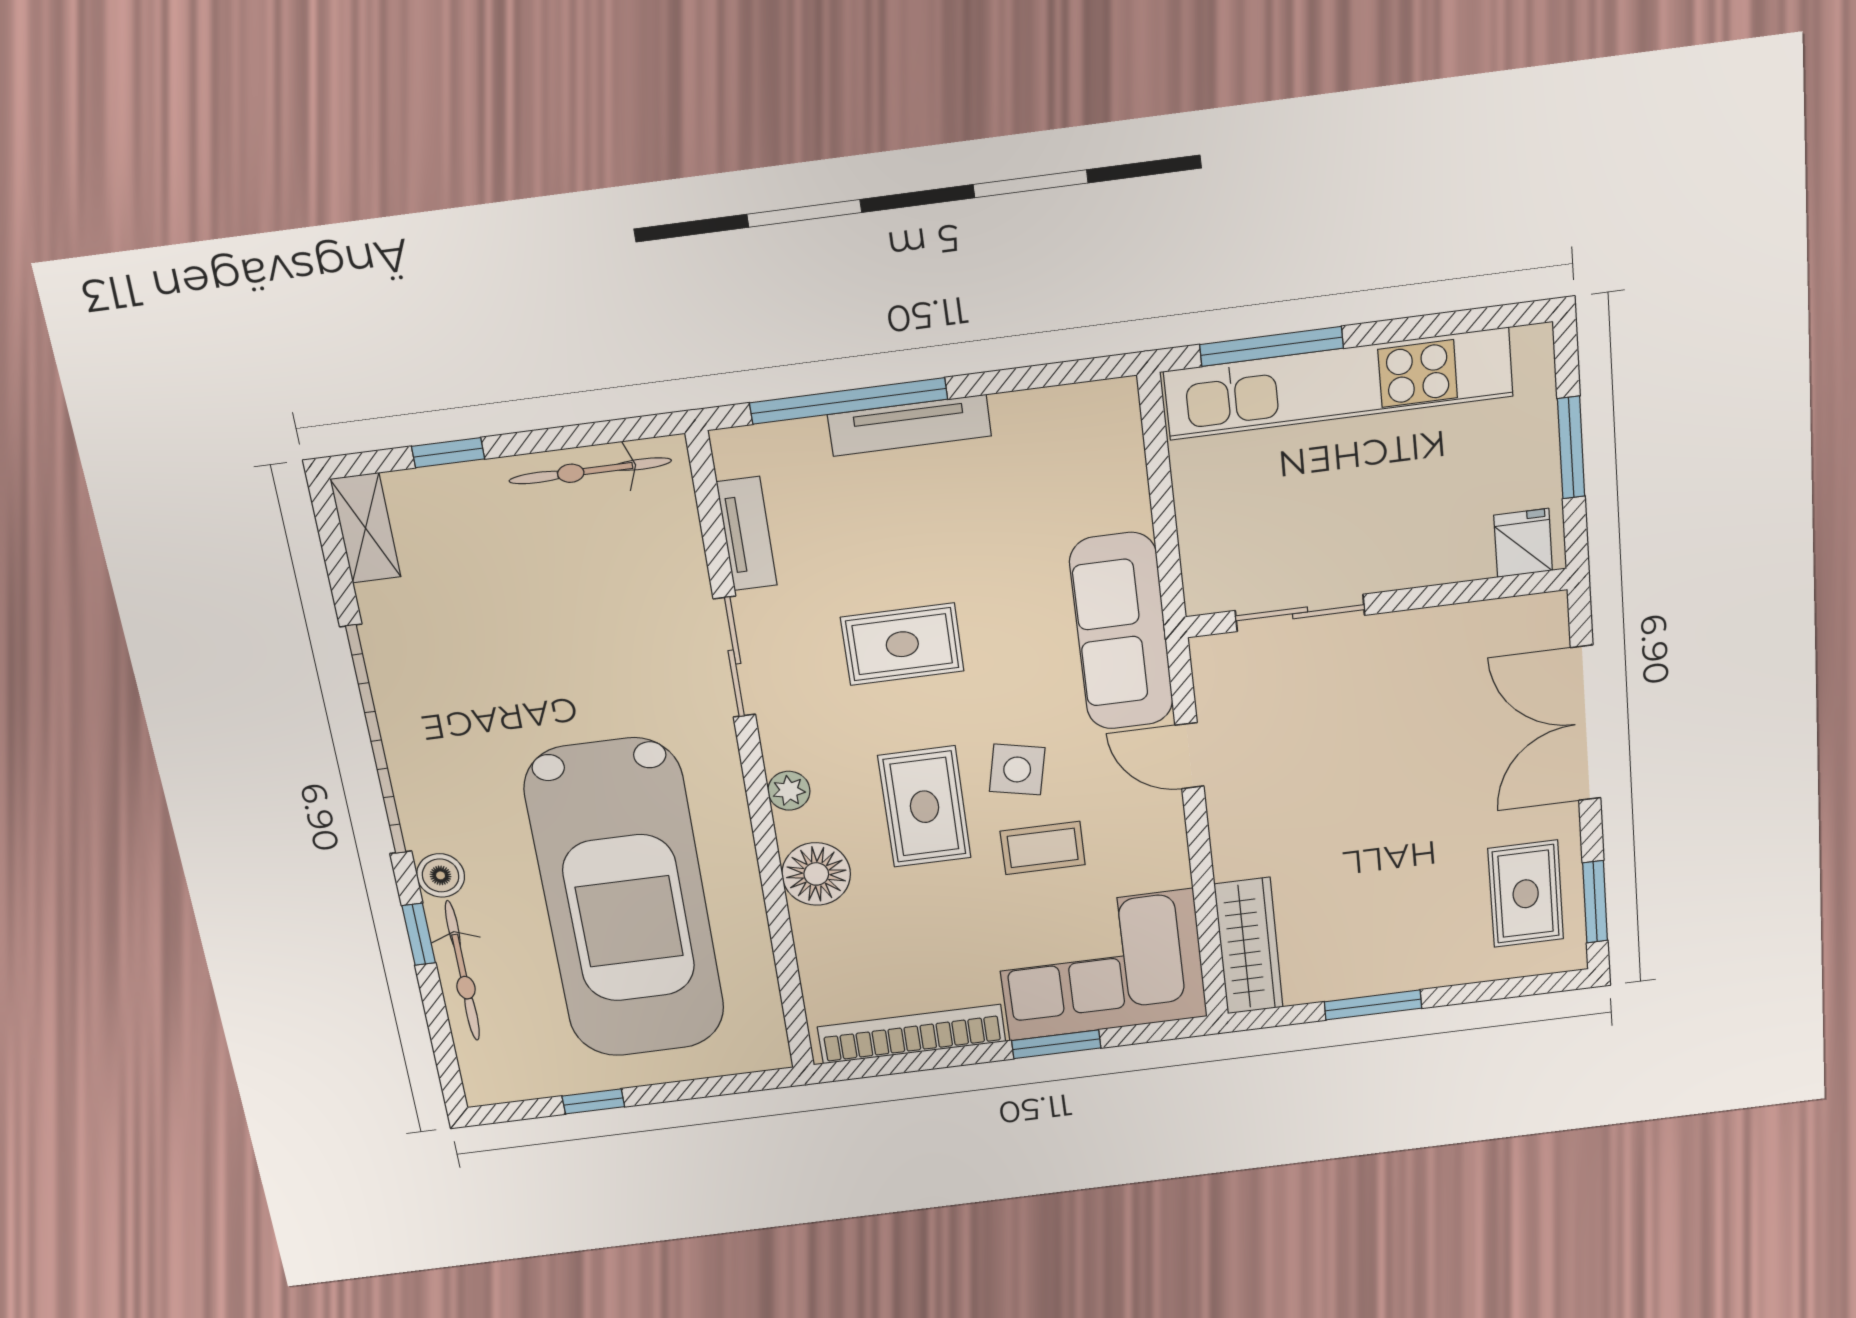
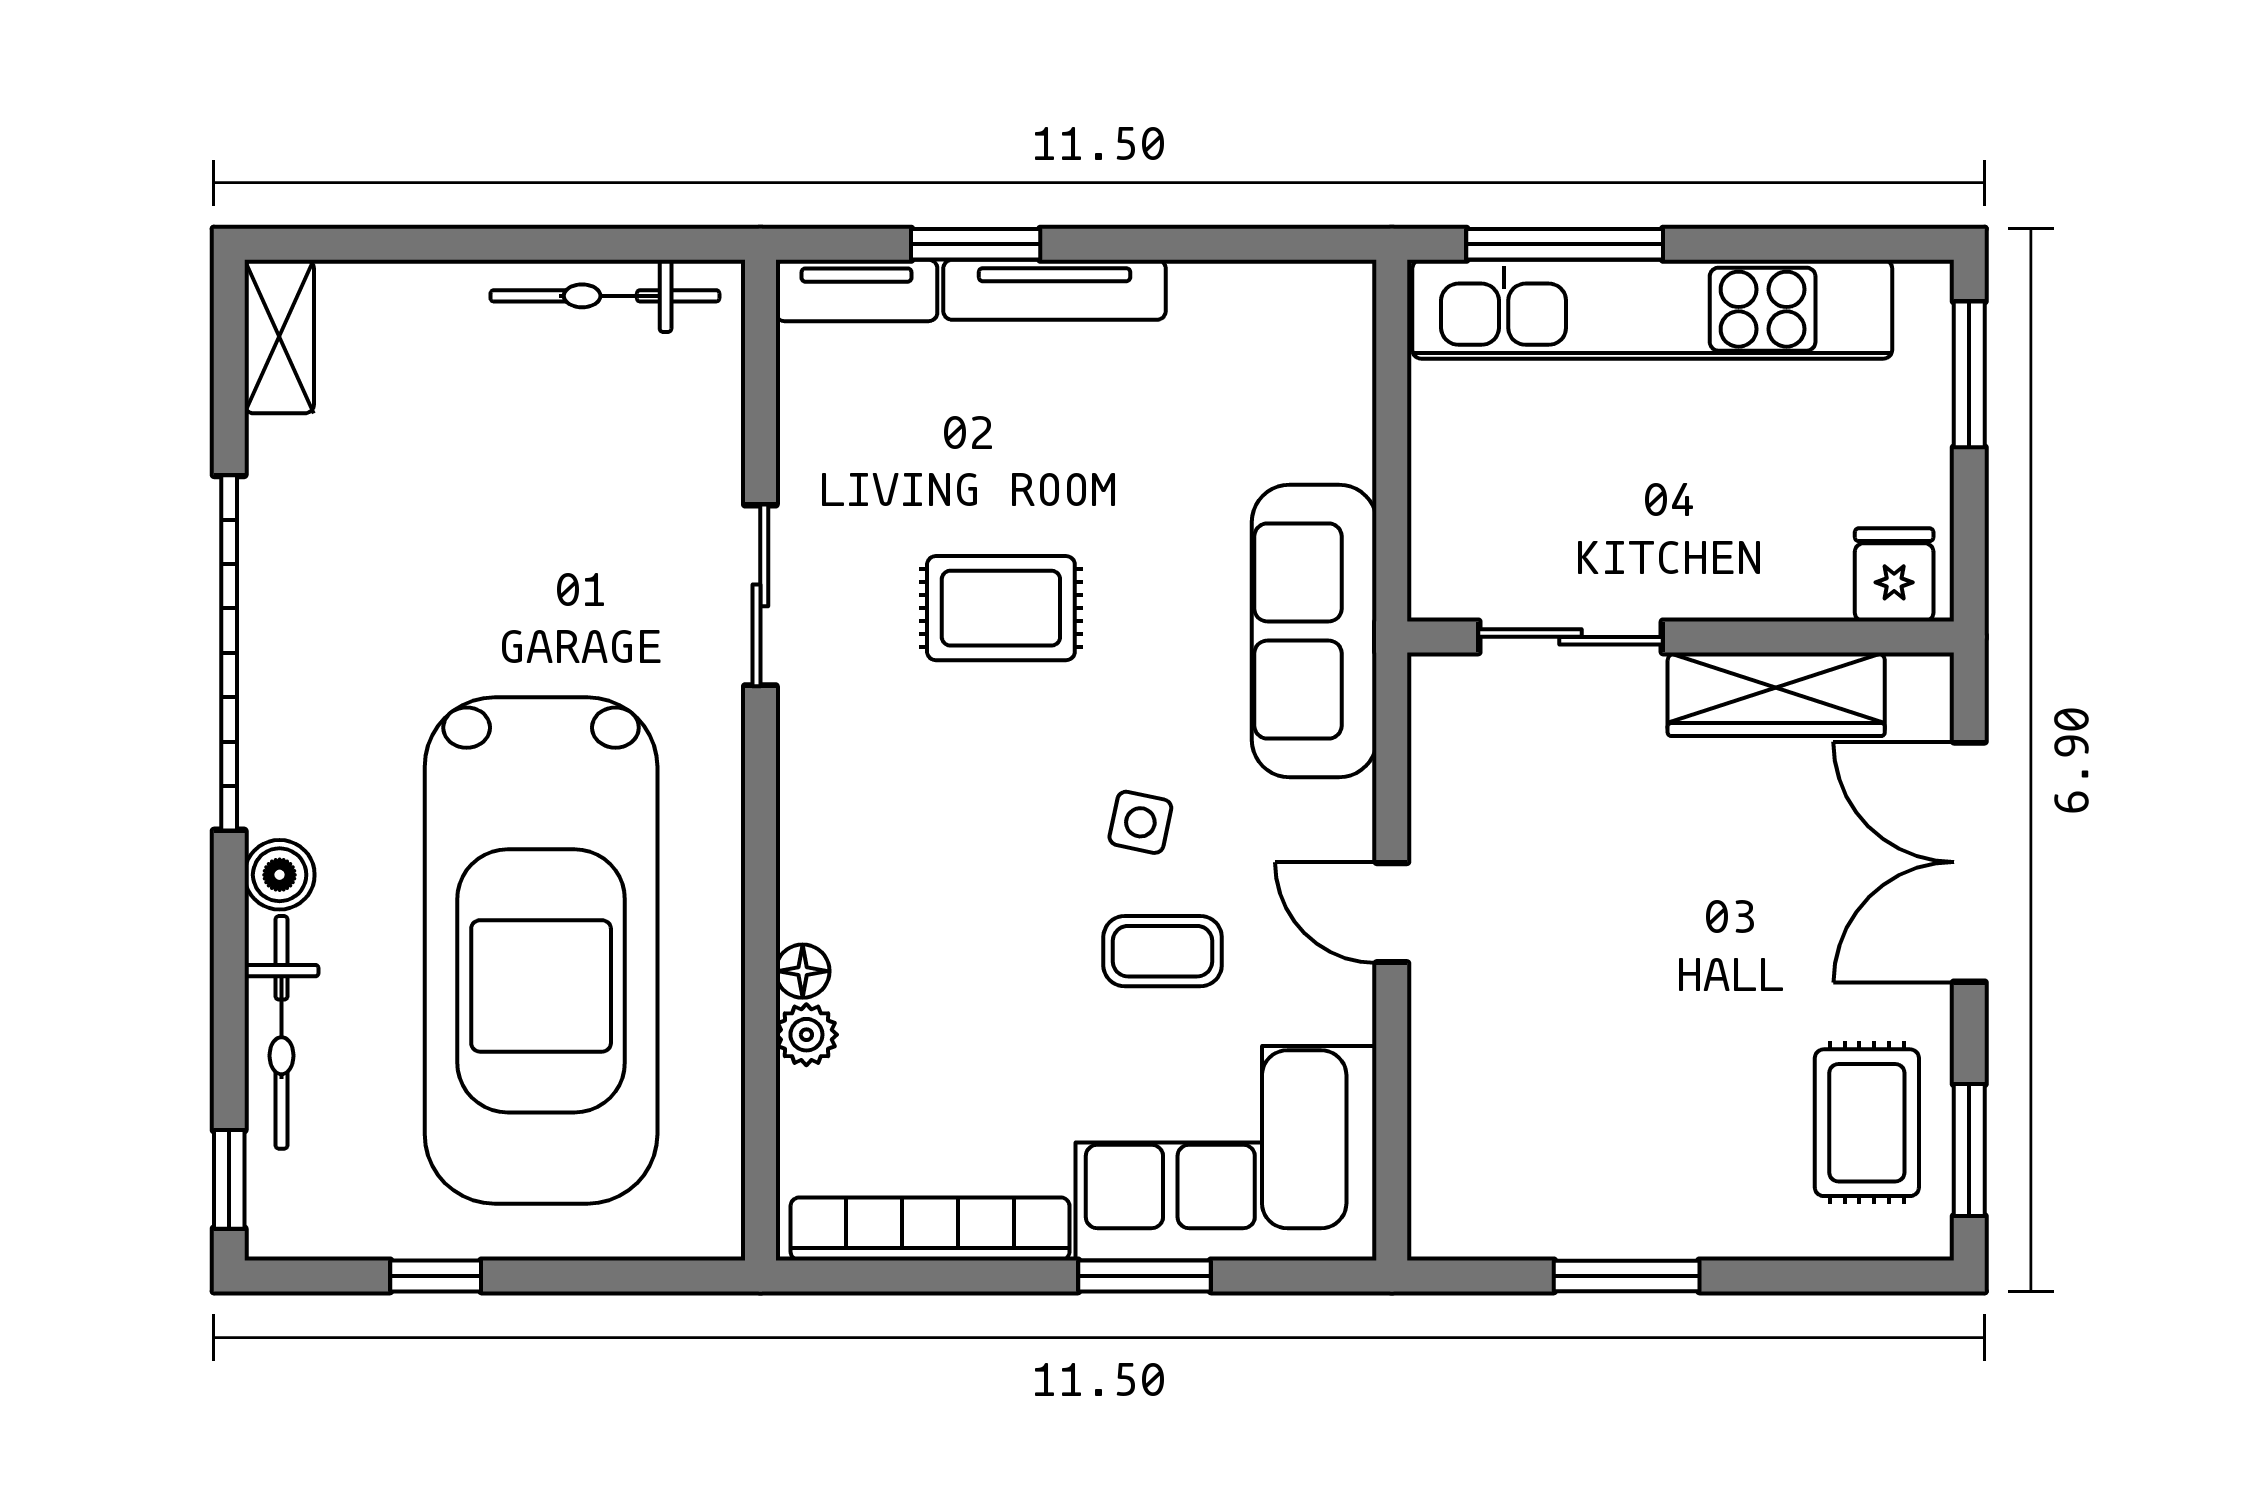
window: (849, 401) -> (976, 244), width x0.47
window: (1571, 448) -> (1969, 374), moved
window: (448, 453) -> (414, 244), removed
tv unit: (747, 534) -> (857, 290), moved, turned 90
door: (1190, 756) -> (1392, 913), moved
side table: (1017, 770) -> (1140, 822), width x0.73, depth x0.73
plant: (789, 791) -> (806, 1035), moved
rug: (924, 807) -> (999, 862), removed
floor lamp: (816, 874) -> (803, 971), width x0.53, depth x0.53
window: (419, 934) -> (229, 1179), moved
wardrobe: (1249, 946) -> (1776, 694), moved, turned 90

